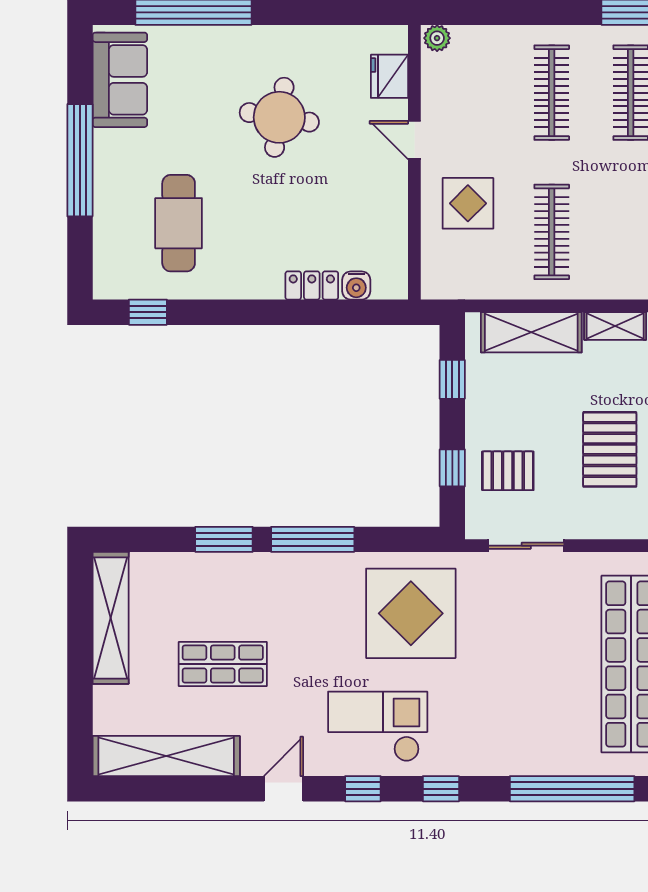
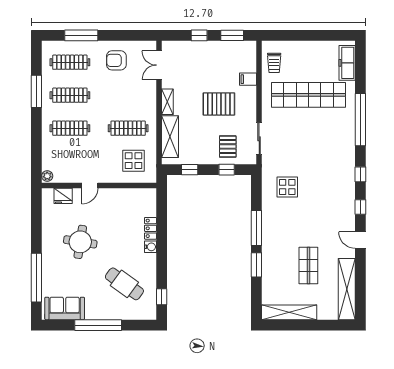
display table: (468, 203) -> (133, 161), moved
cafe table: (179, 223) -> (124, 284), turned 36
water cooler: (356, 285) -> (150, 247), moved
display table: (411, 613) -> (287, 187), width x0.54, depth x0.54
checkout: (378, 726) -> (335, 201), removed

